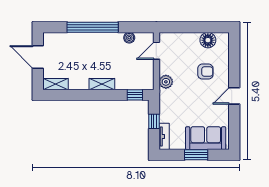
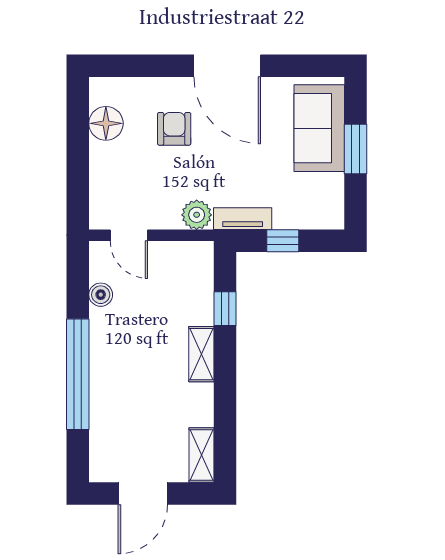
window: (135, 95) -> (225, 309), moved
door: (234, 96) -> (227, 66), width x1.87
tv unit: (164, 136) -> (243, 219), moved

